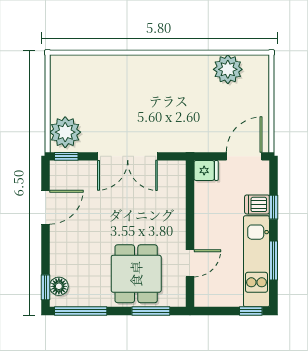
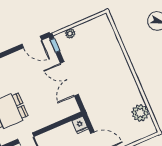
plant: (65, 132) -> (70, 34), width x0.53, depth x0.53
door: (46, 207) -> (32, 42), moved

